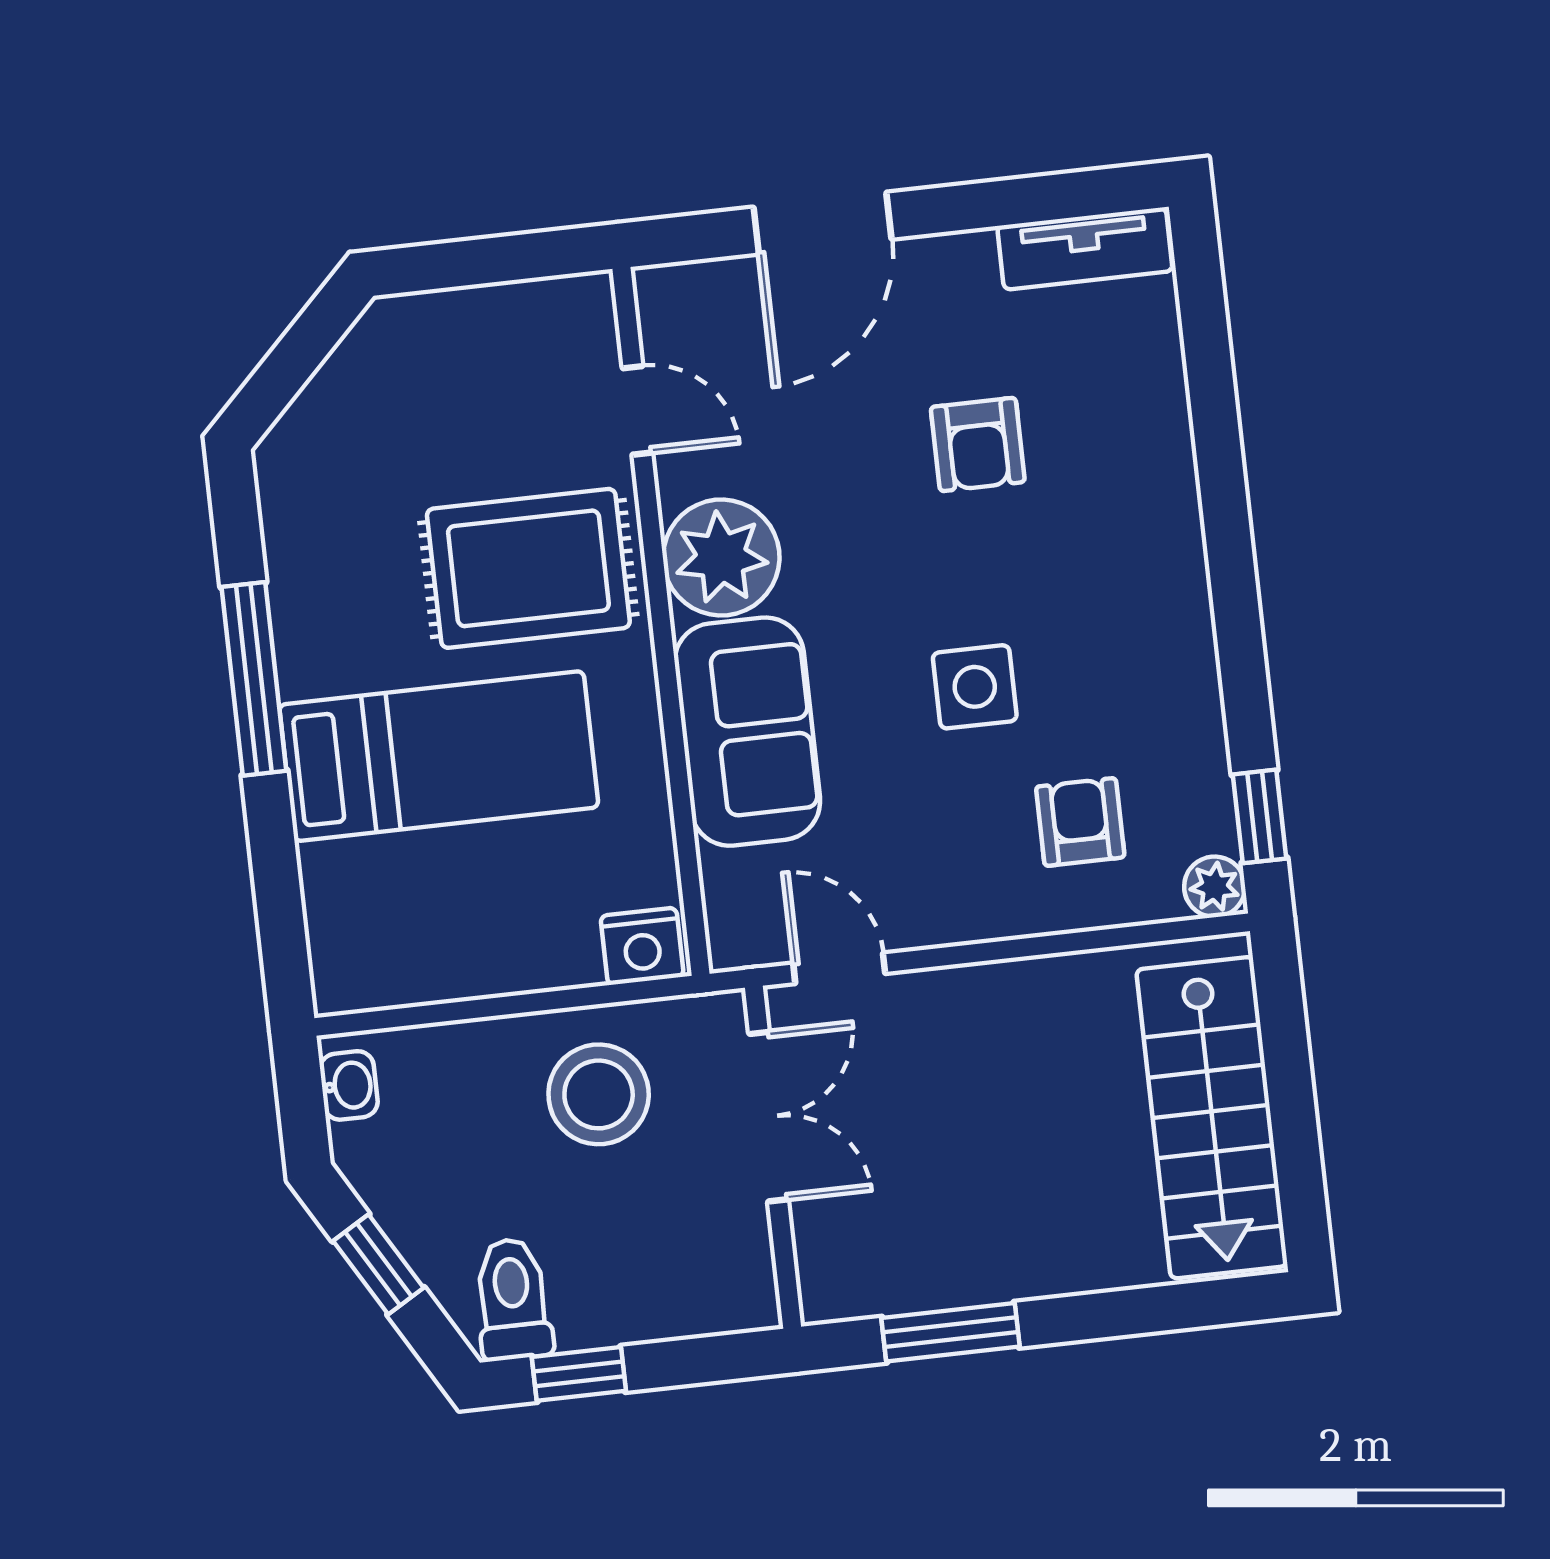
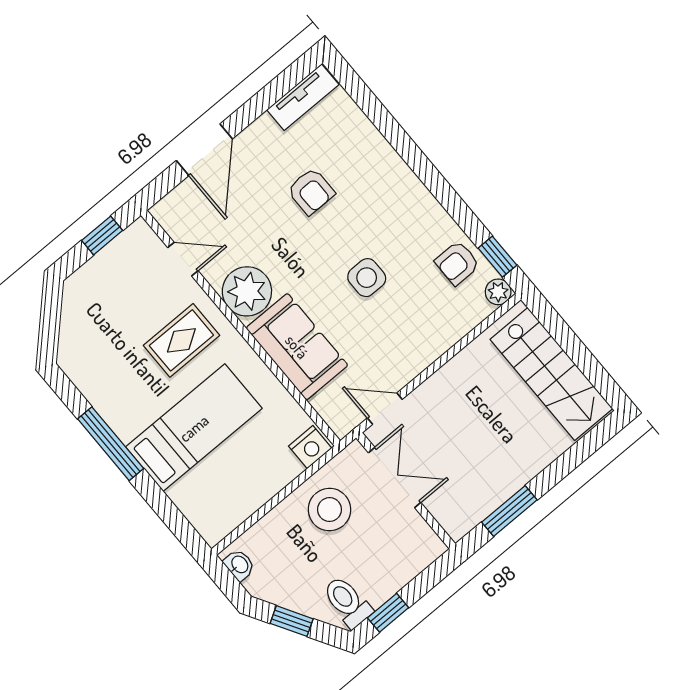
window: (510, 258) -> (102, 235), added
rug: (528, 568) -> (181, 340), width x0.73, depth x0.70
armchair: (1080, 822) -> (457, 263), moved, turned -90

